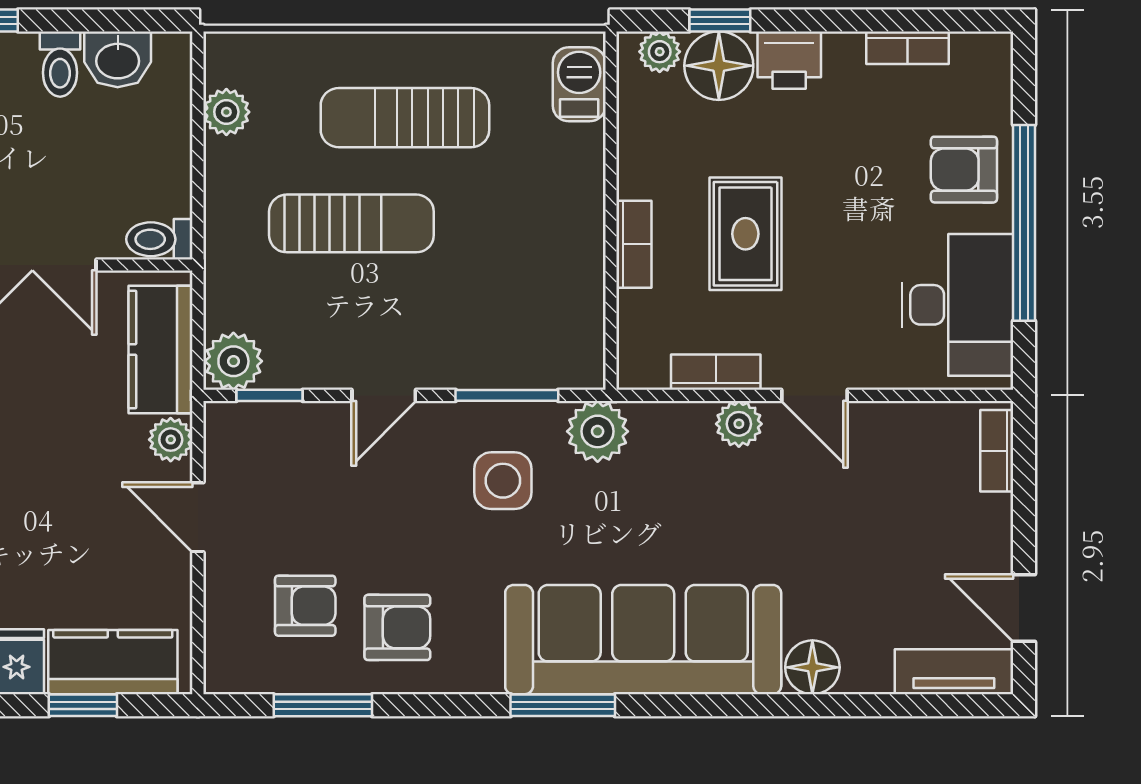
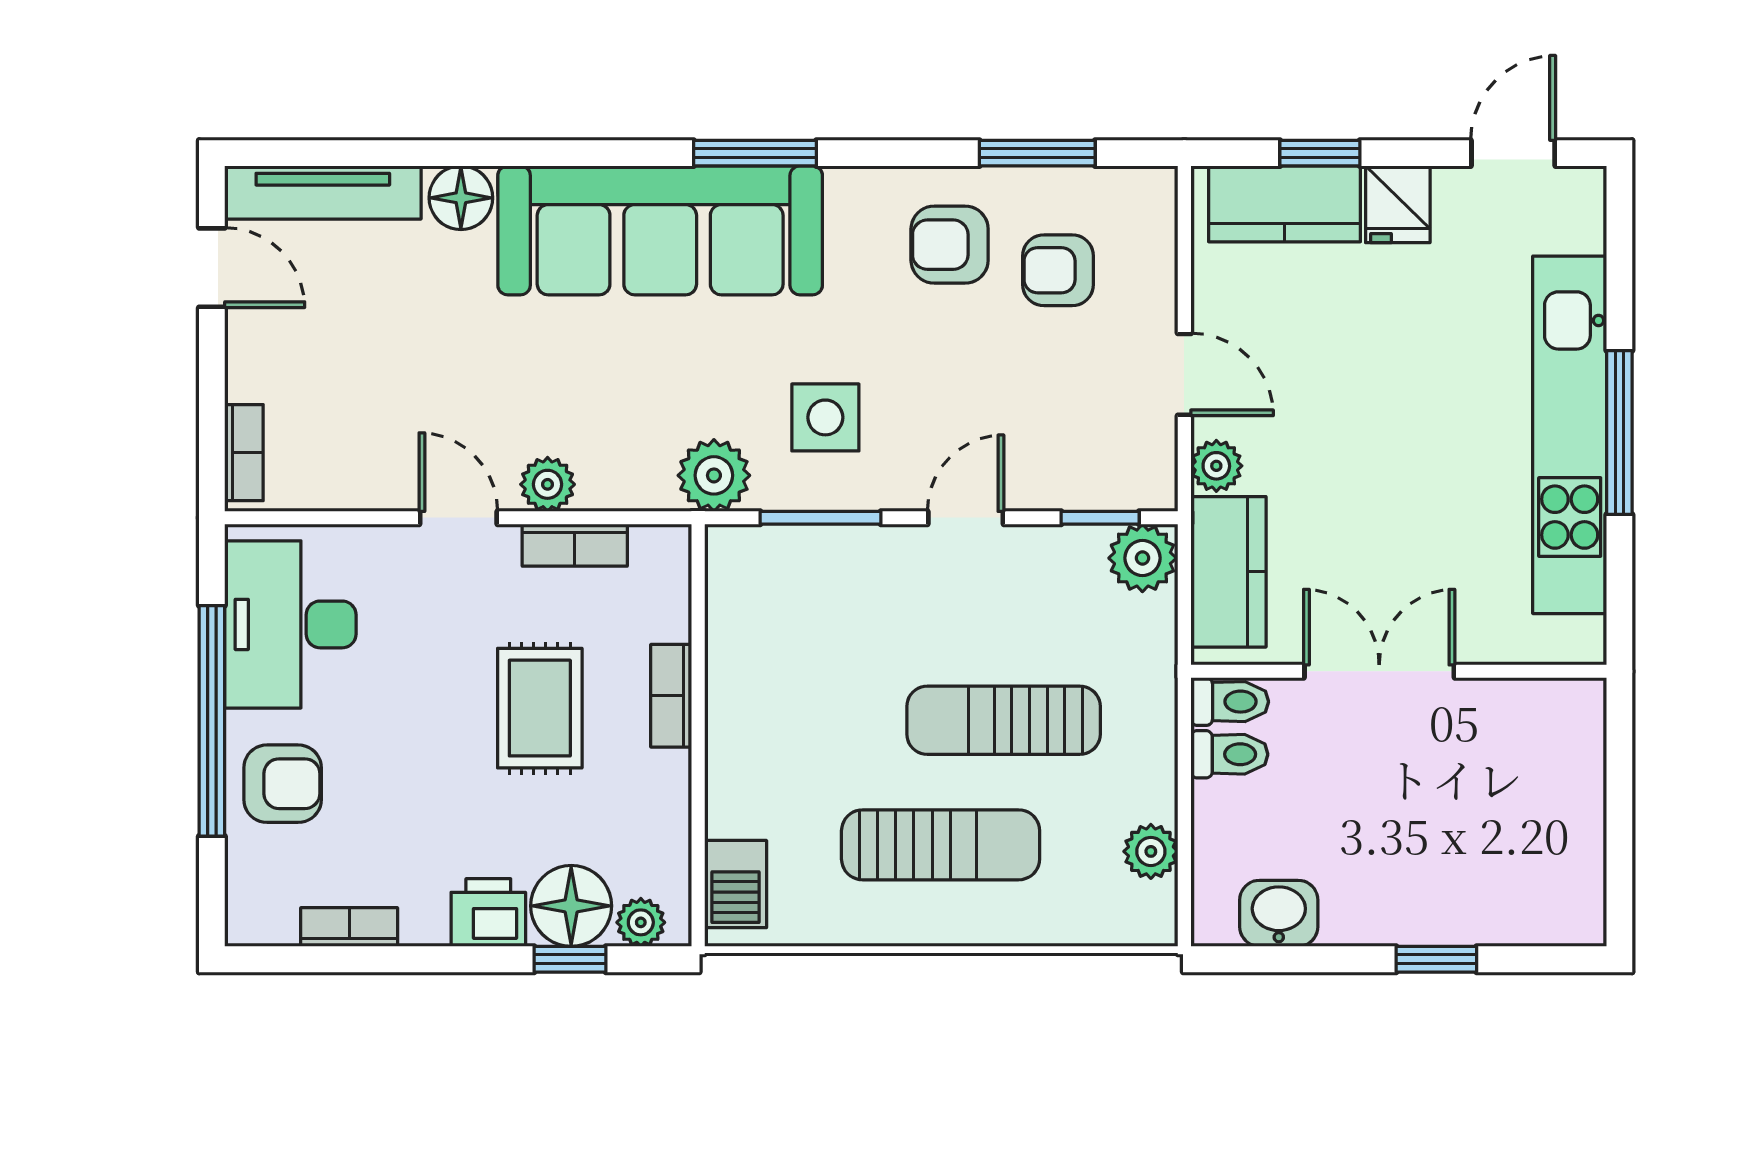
toilet: (60, 64) -> (1229, 754), moved, turned 90
tv unit: (954, 672) -> (323, 193), width x1.41

